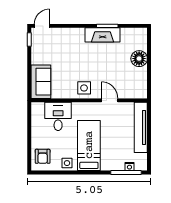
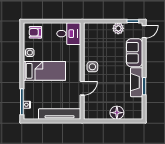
door: (42, 26) -> (144, 32), hinge flipped
plant: (38, 57) -> (118, 28), added
sofa: (41, 82) -> (135, 53), moved, turned 90
desk: (58, 116) -> (69, 34), moved

